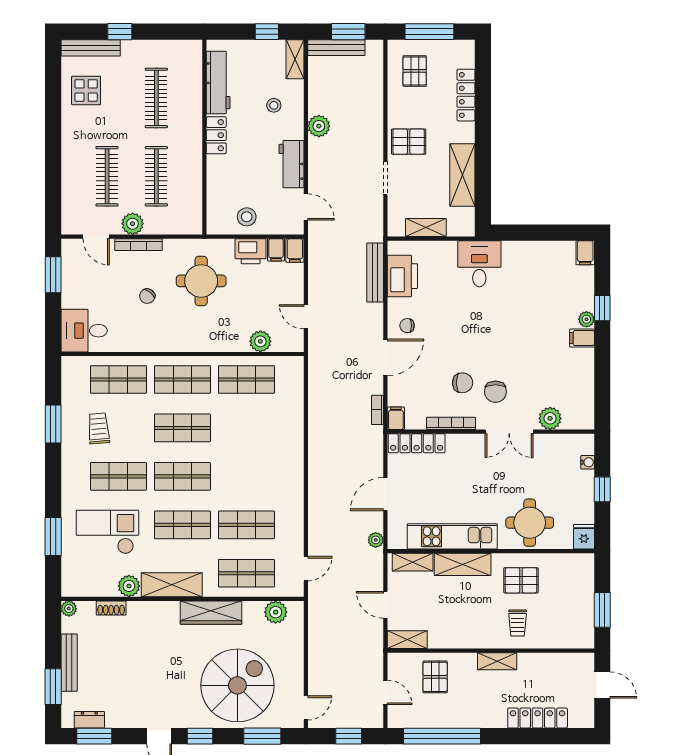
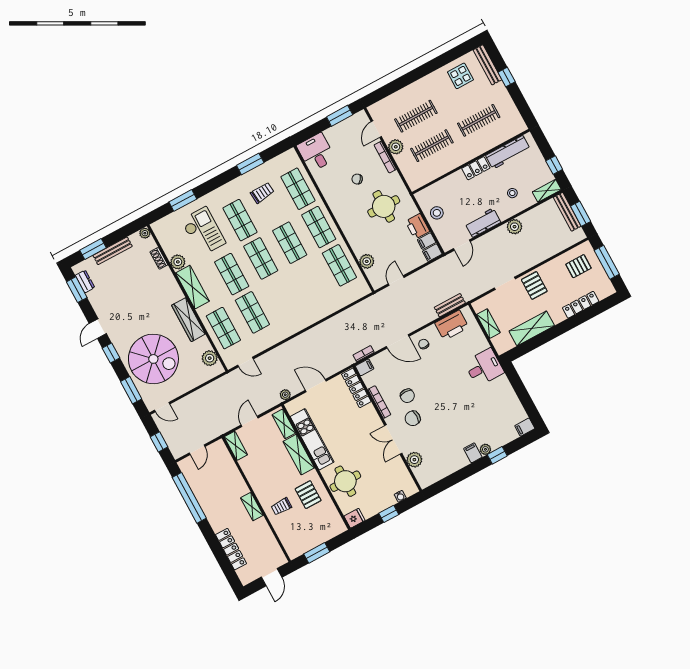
bench: (375, 272) -> (450, 305), width x0.73
pallet: (435, 677) -> (222, 474), removed

